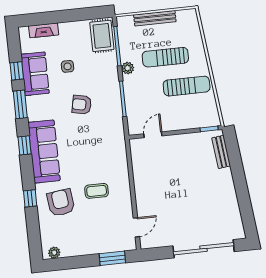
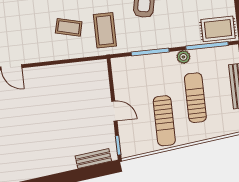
door: (153, 135) -> (114, 111), moved
coffee table: (102, 141) -> (105, 30), added
coffee table: (97, 191) -> (69, 27), moved, turned -76

